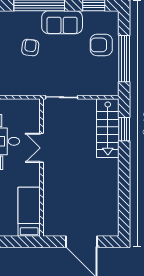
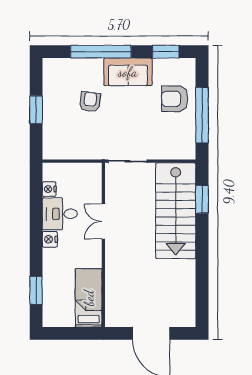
stairs: (108, 128) -> (176, 211), width x1.36, depth x1.51

